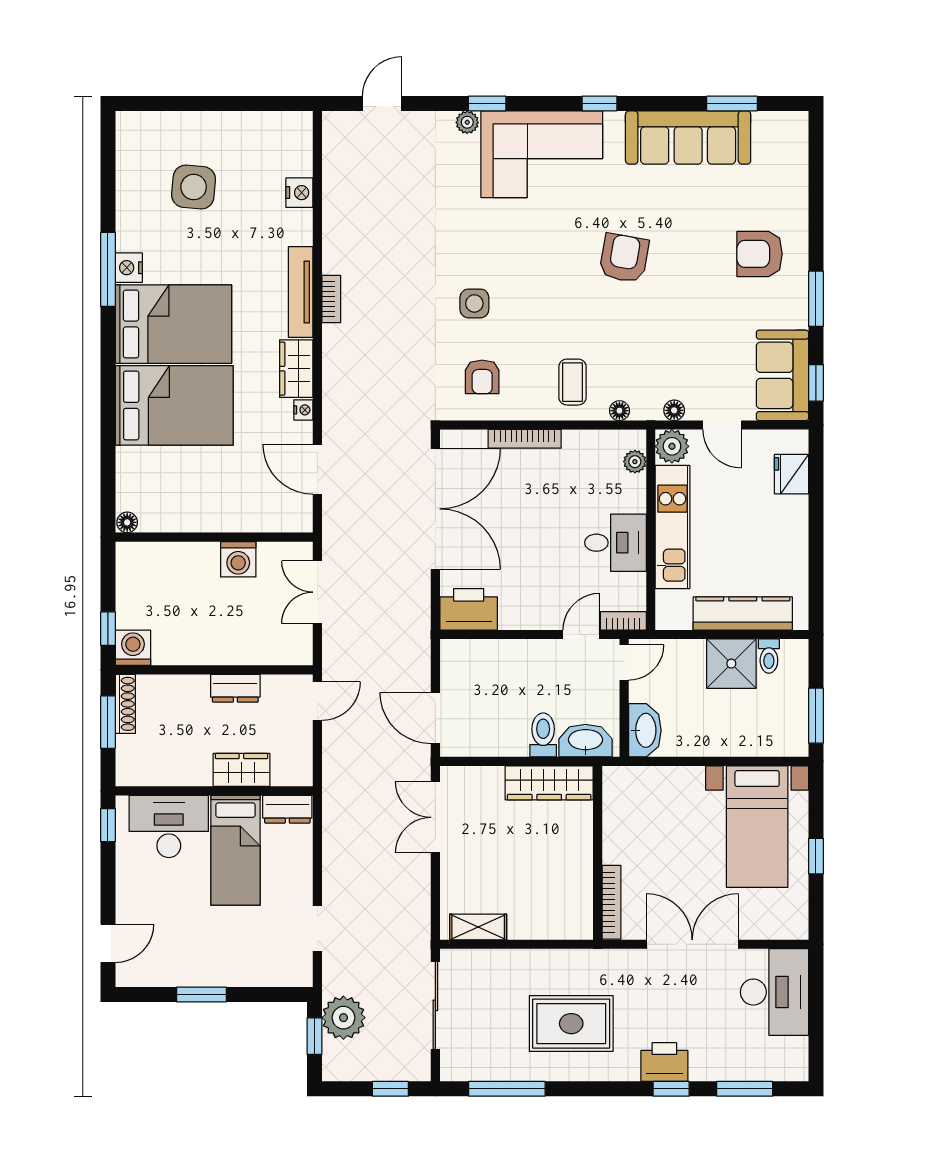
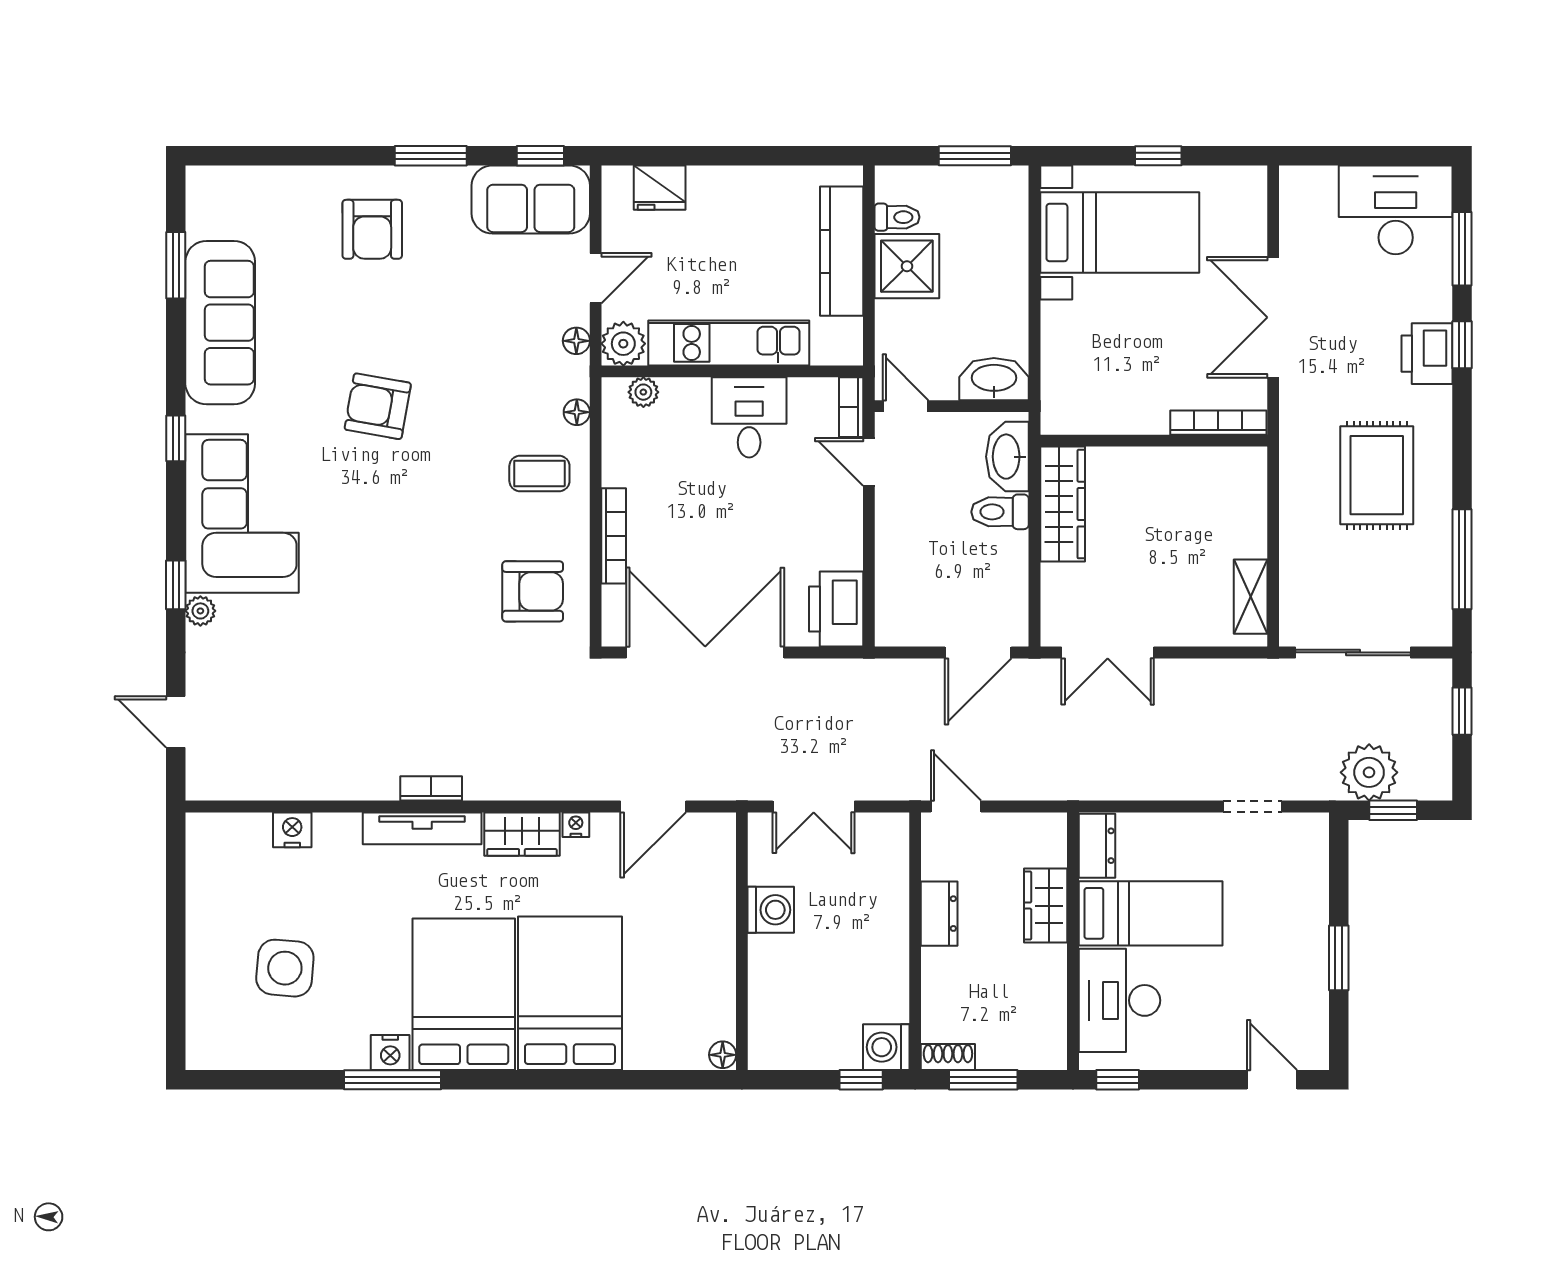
side table: (474, 303) -> (437, 602), removed
armchair: (482, 377) -> (533, 591), width x1.38, depth x1.38
shoe rack: (125, 704) -> (948, 1057), width x0.70
desk: (774, 992) -> (1396, 210), moved

